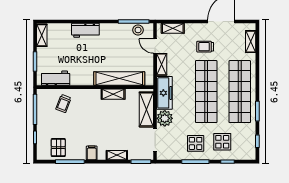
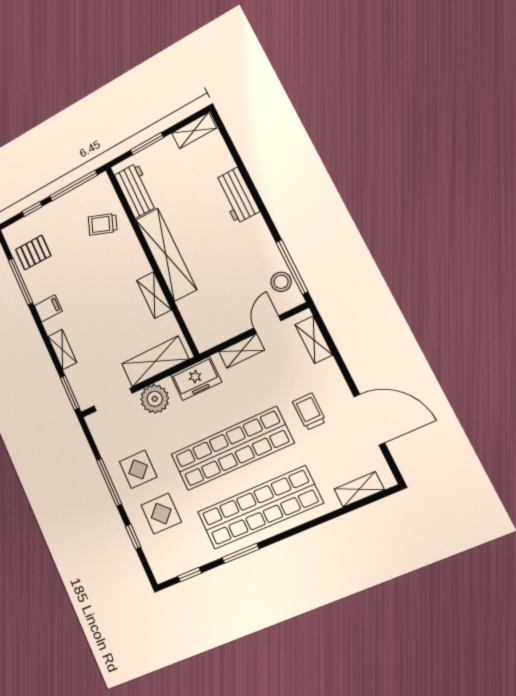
shelving: (119, 79) -> (166, 254), moved
freezer: (164, 93) -> (196, 378), width x0.71

